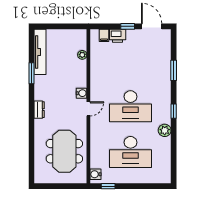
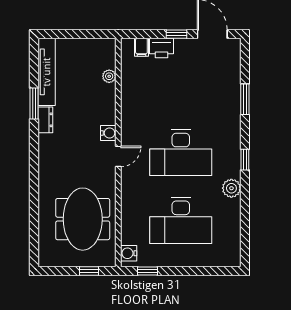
dresser: (39, 110) -> (45, 120), moved
window: (69, 186) -> (89, 271), added

